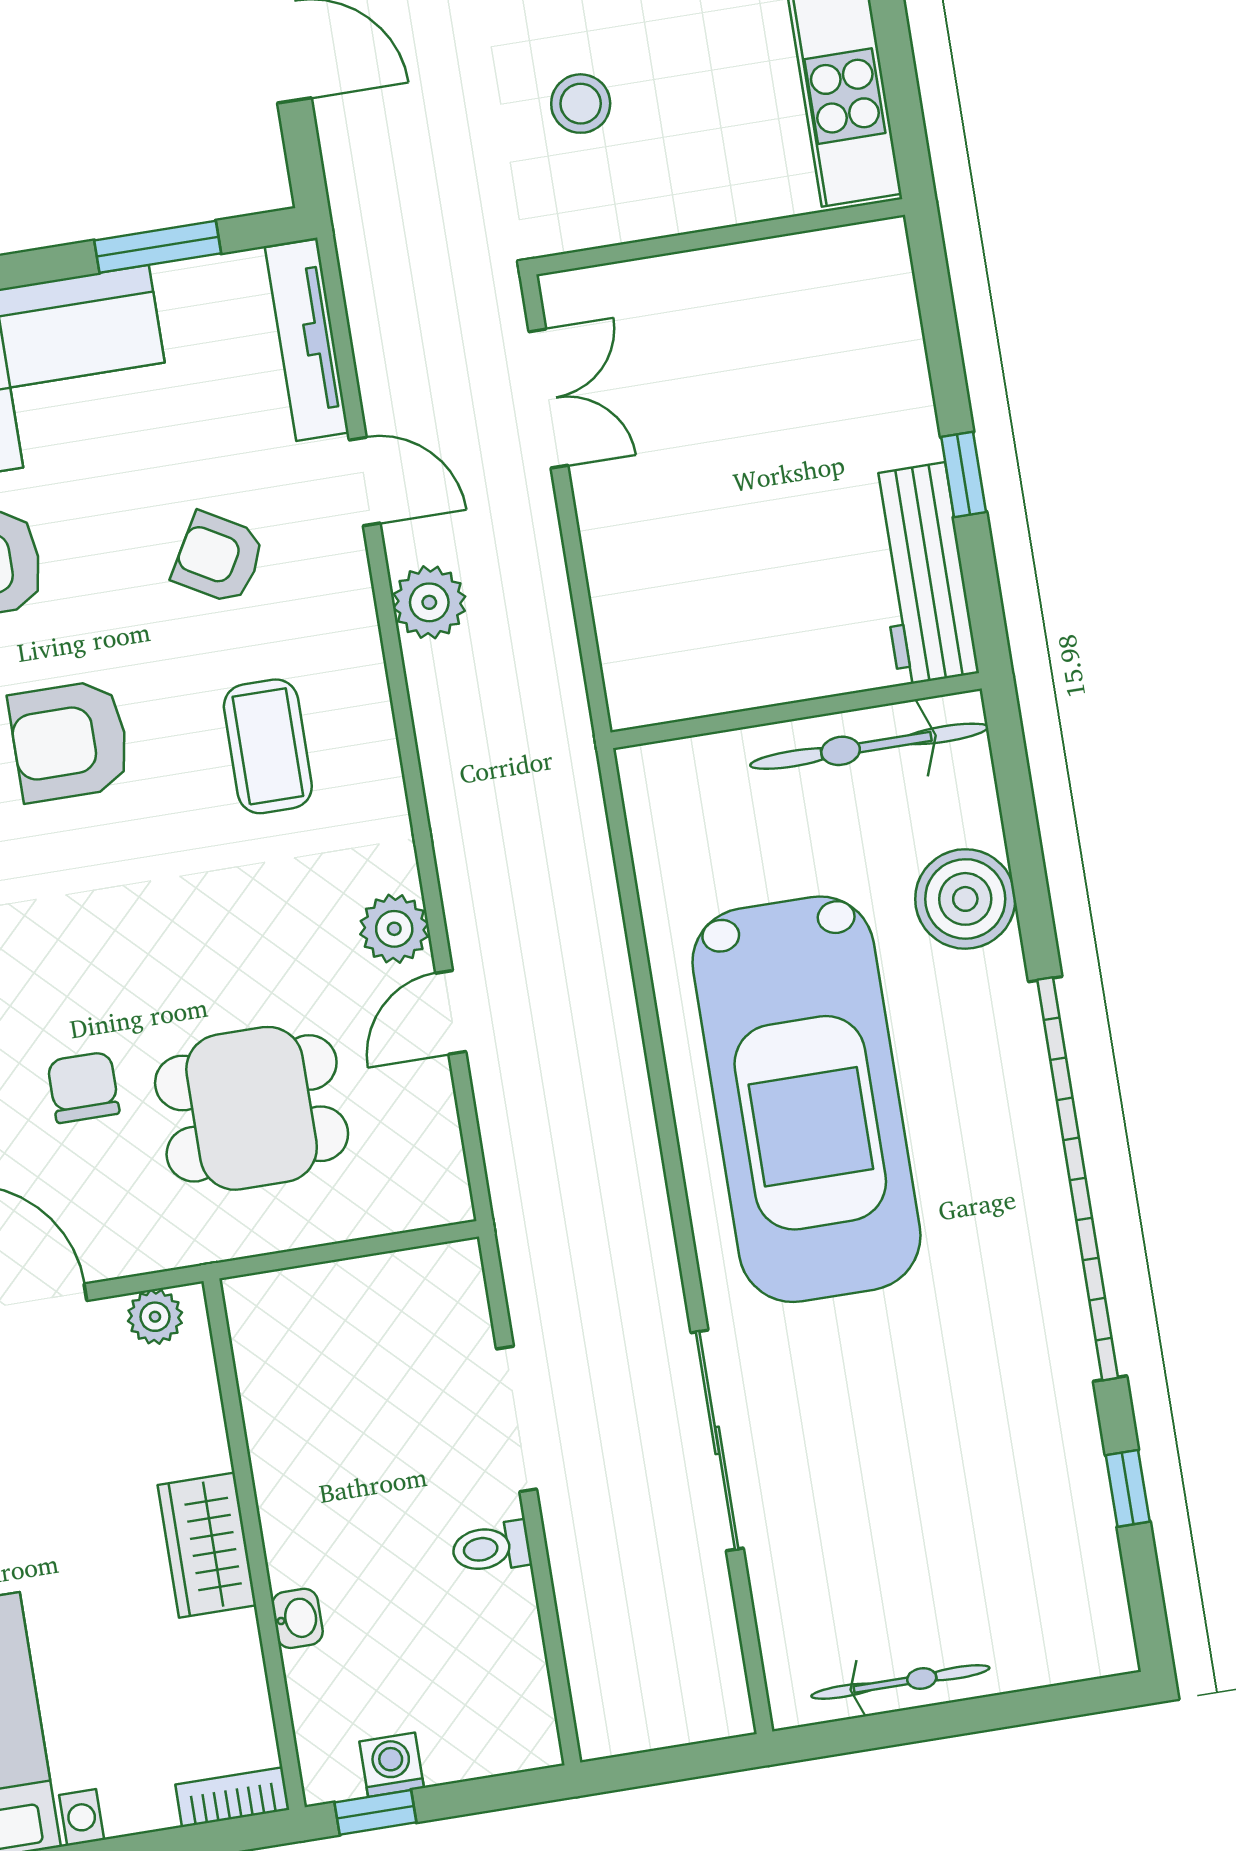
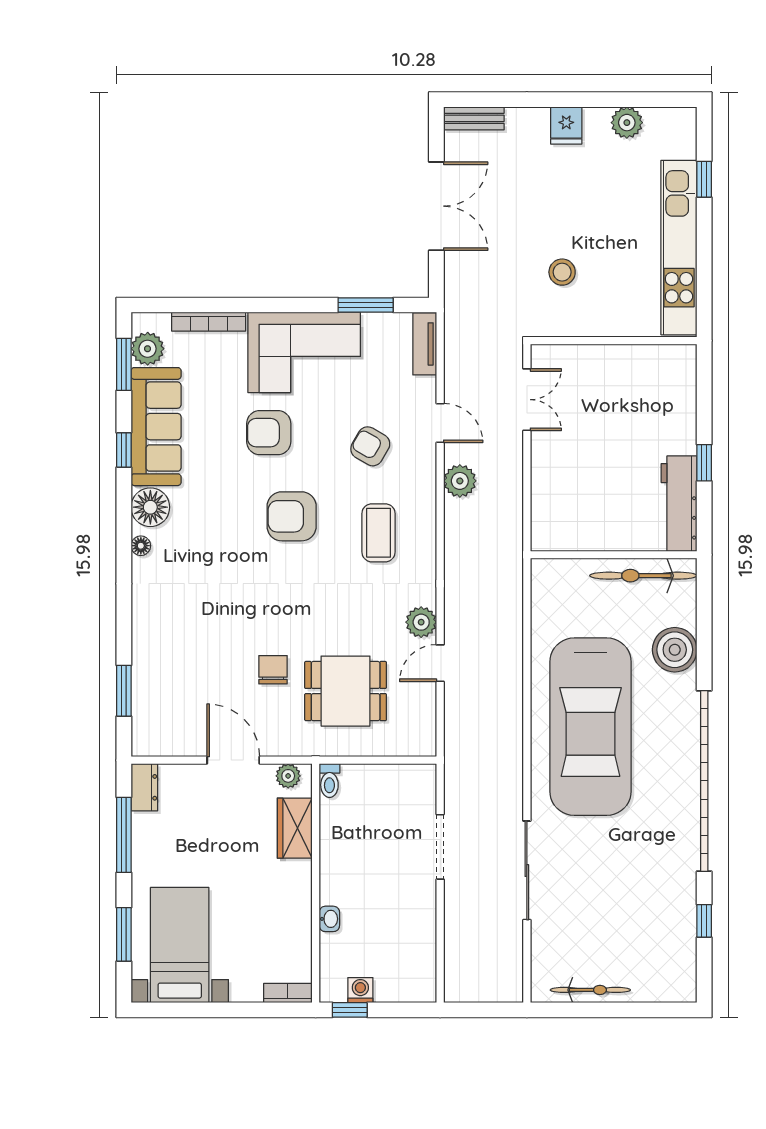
tv unit: (307, 340) -> (425, 344), width x0.71
wardrobe: (207, 1545) -> (295, 828), moved
toilet: (491, 1548) -> (329, 781), moved, turned -90

